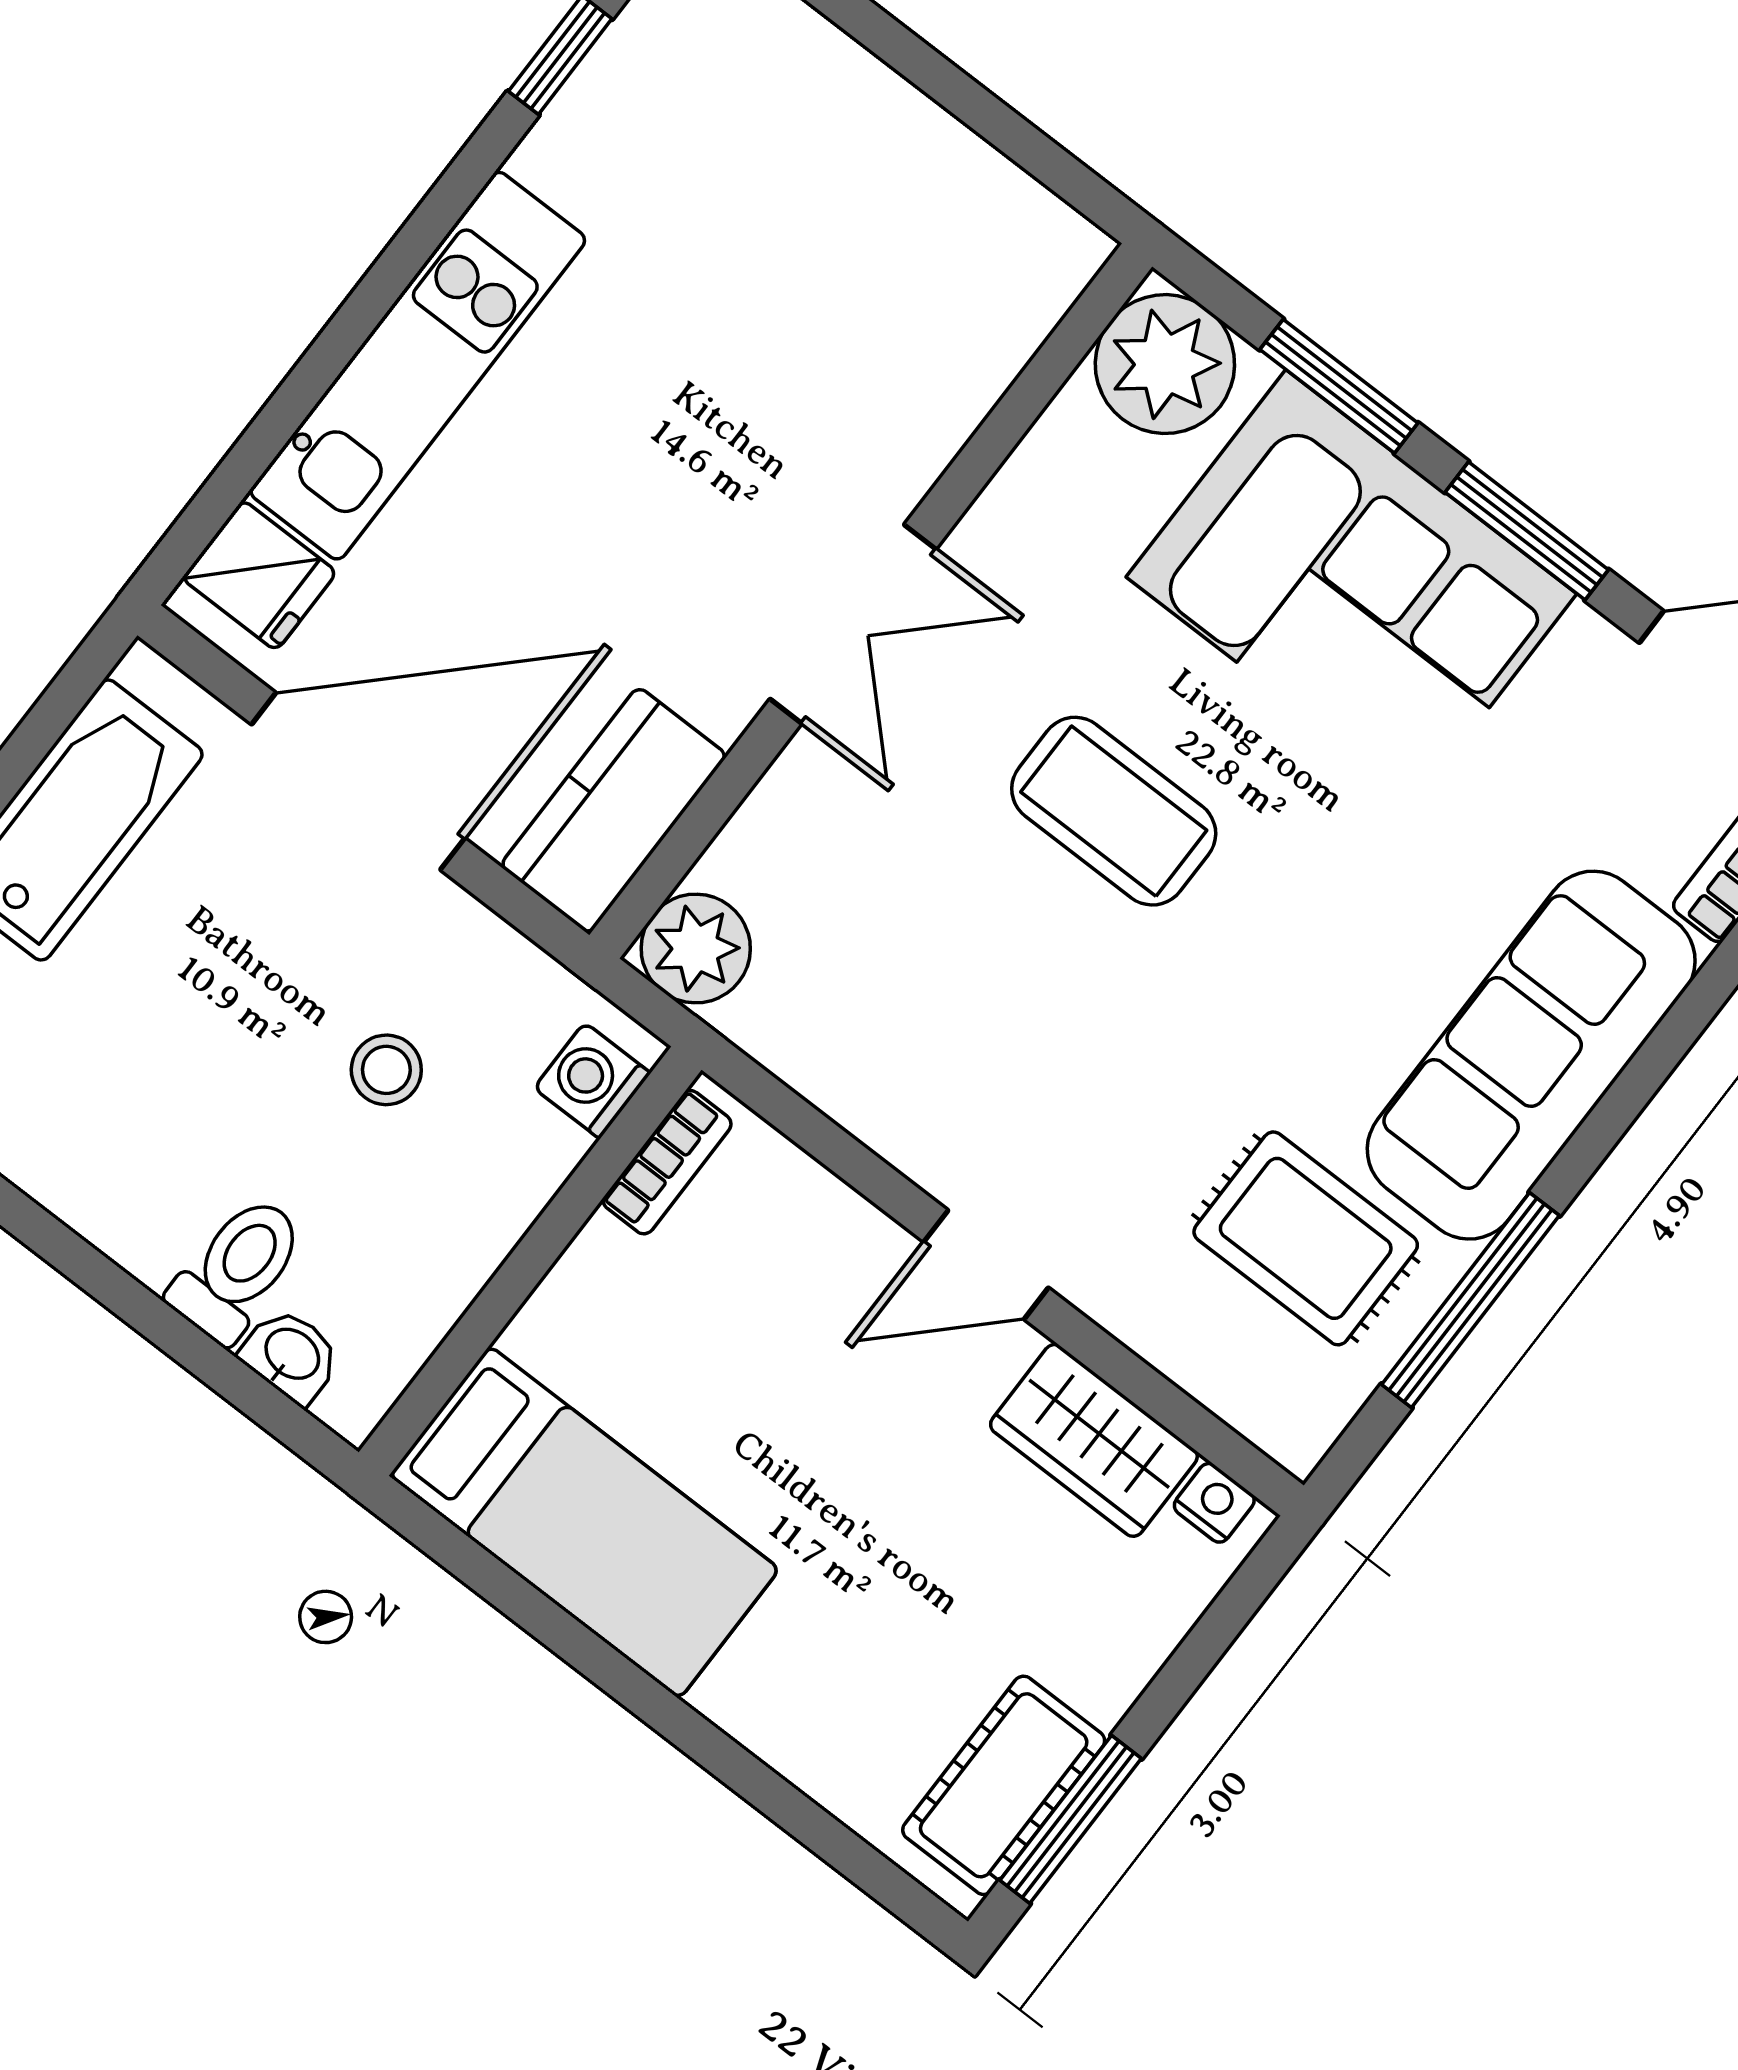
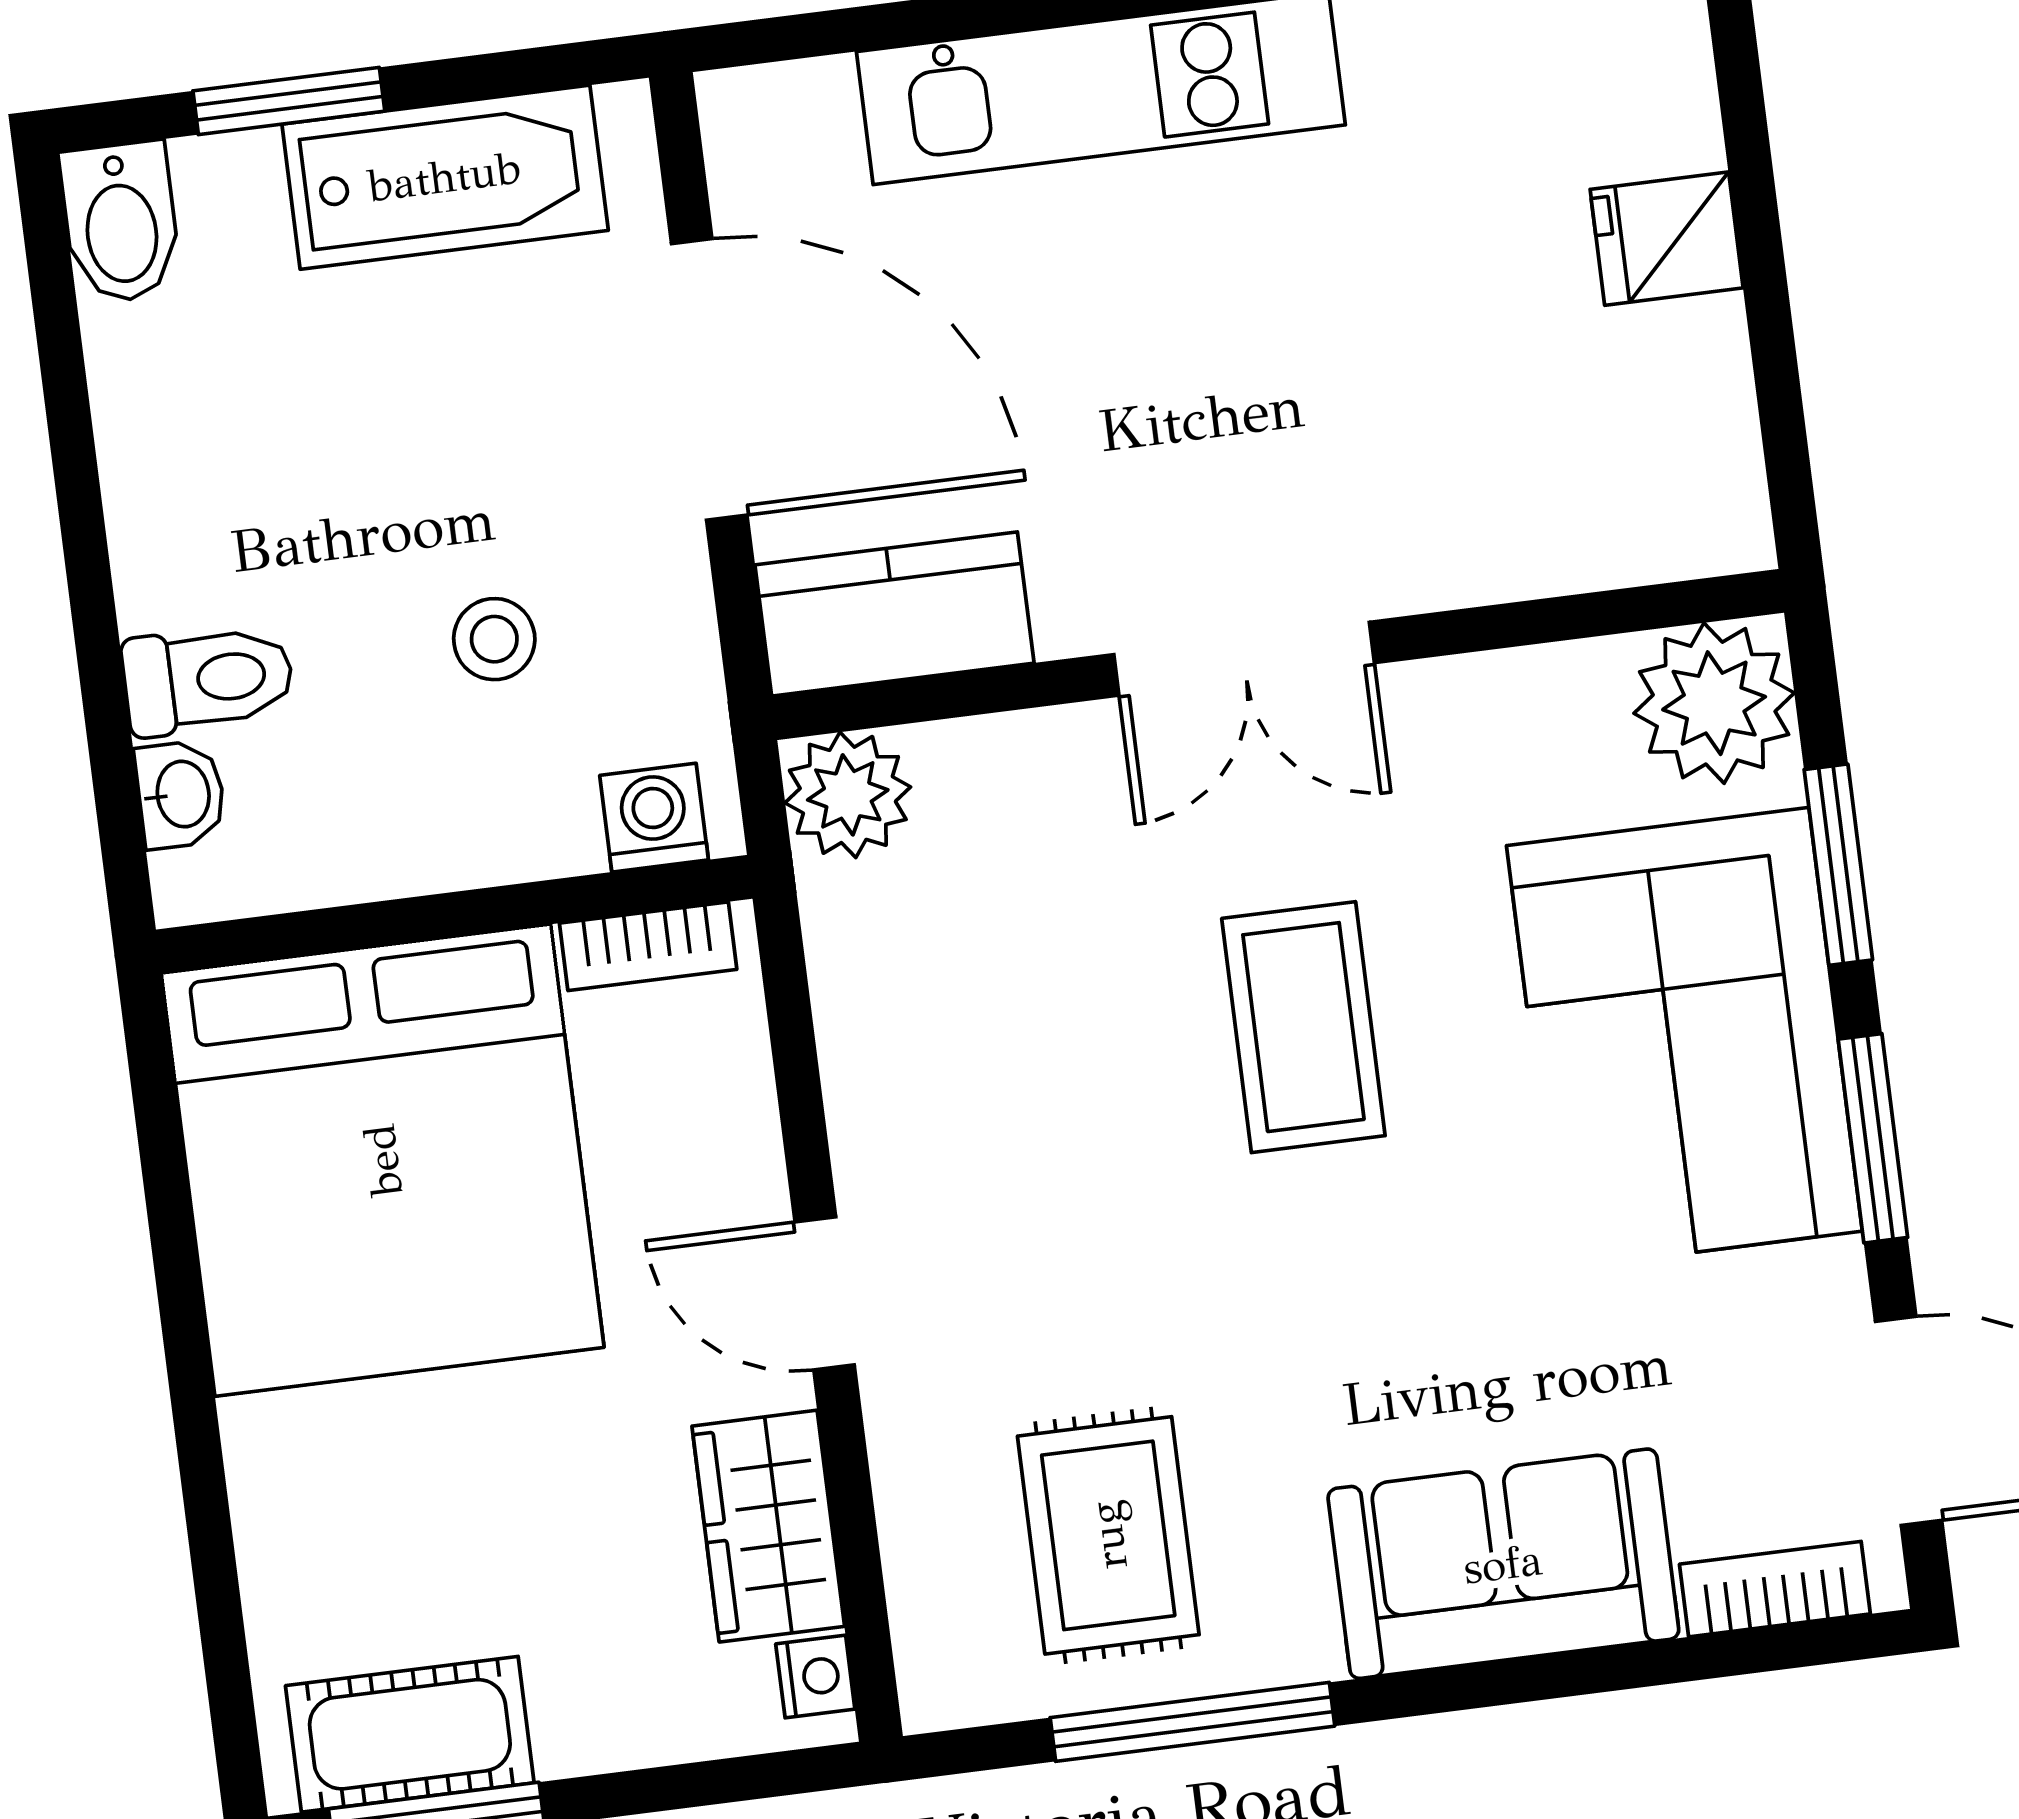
fridge: (259, 575) -> (1667, 239), moved, turned 90
sofa: (1531, 1055) -> (1503, 1564), width x0.73
bed: (584, 1522) -> (383, 1160), width x2.04

